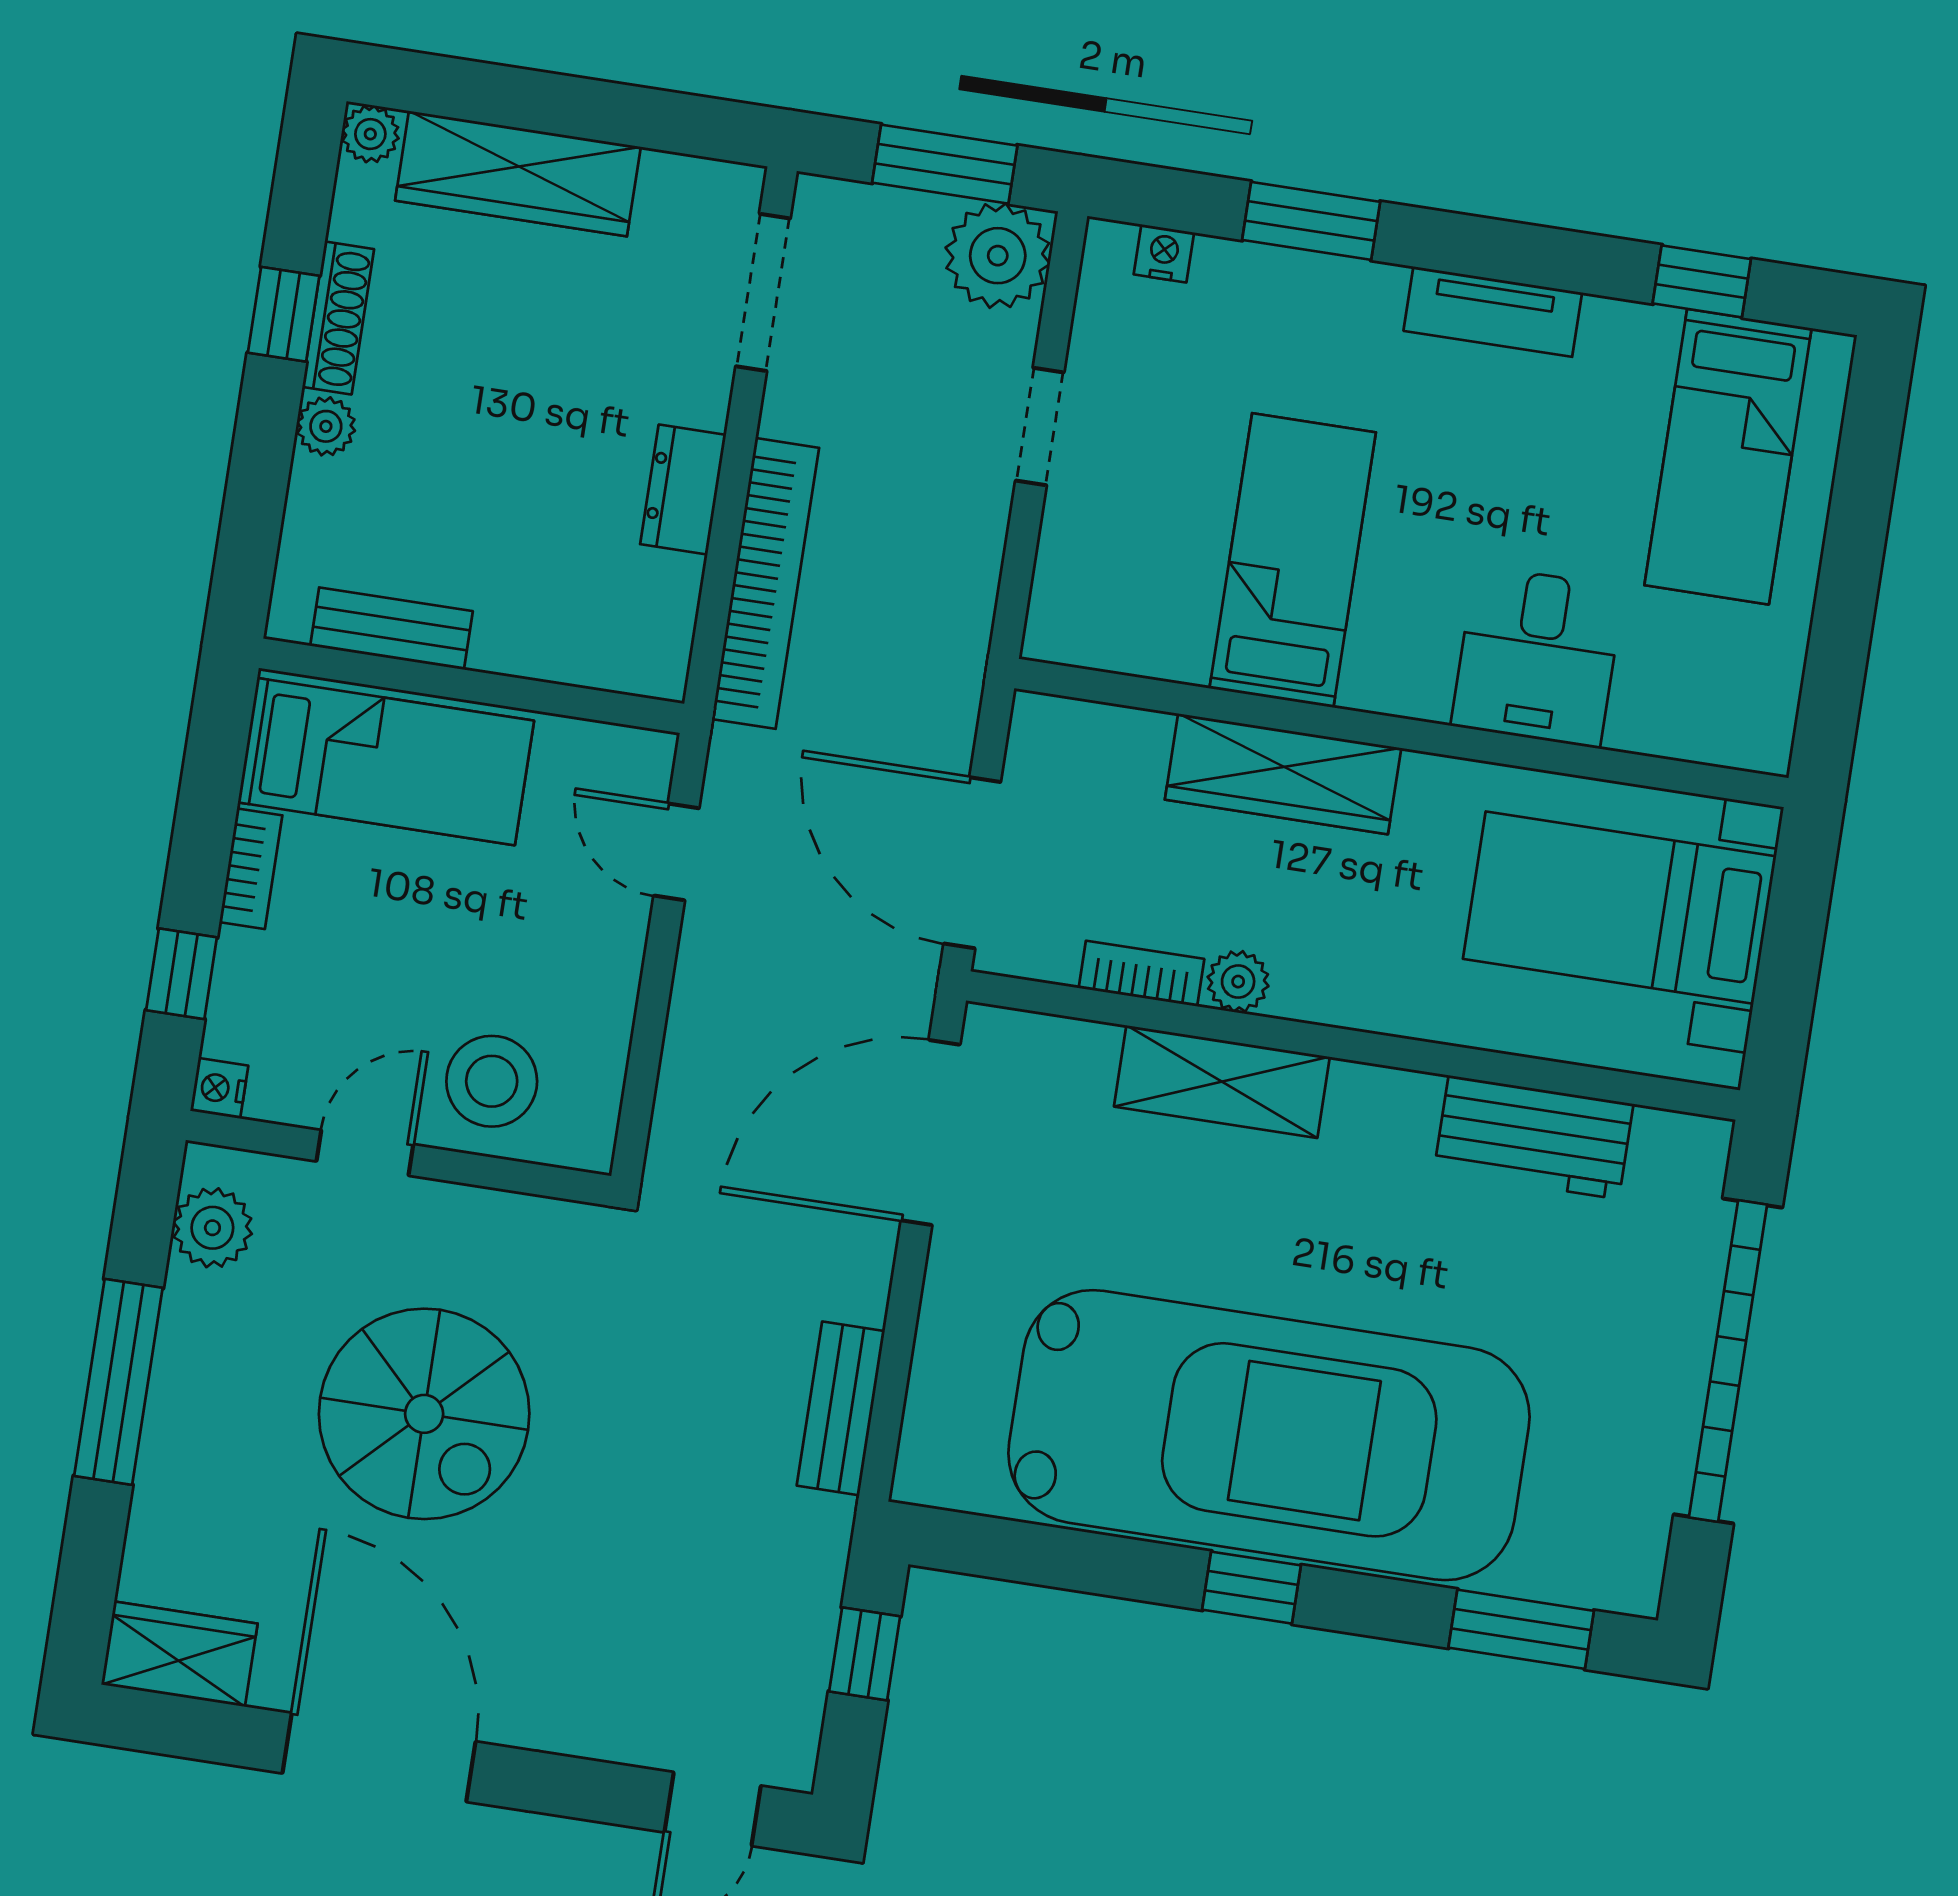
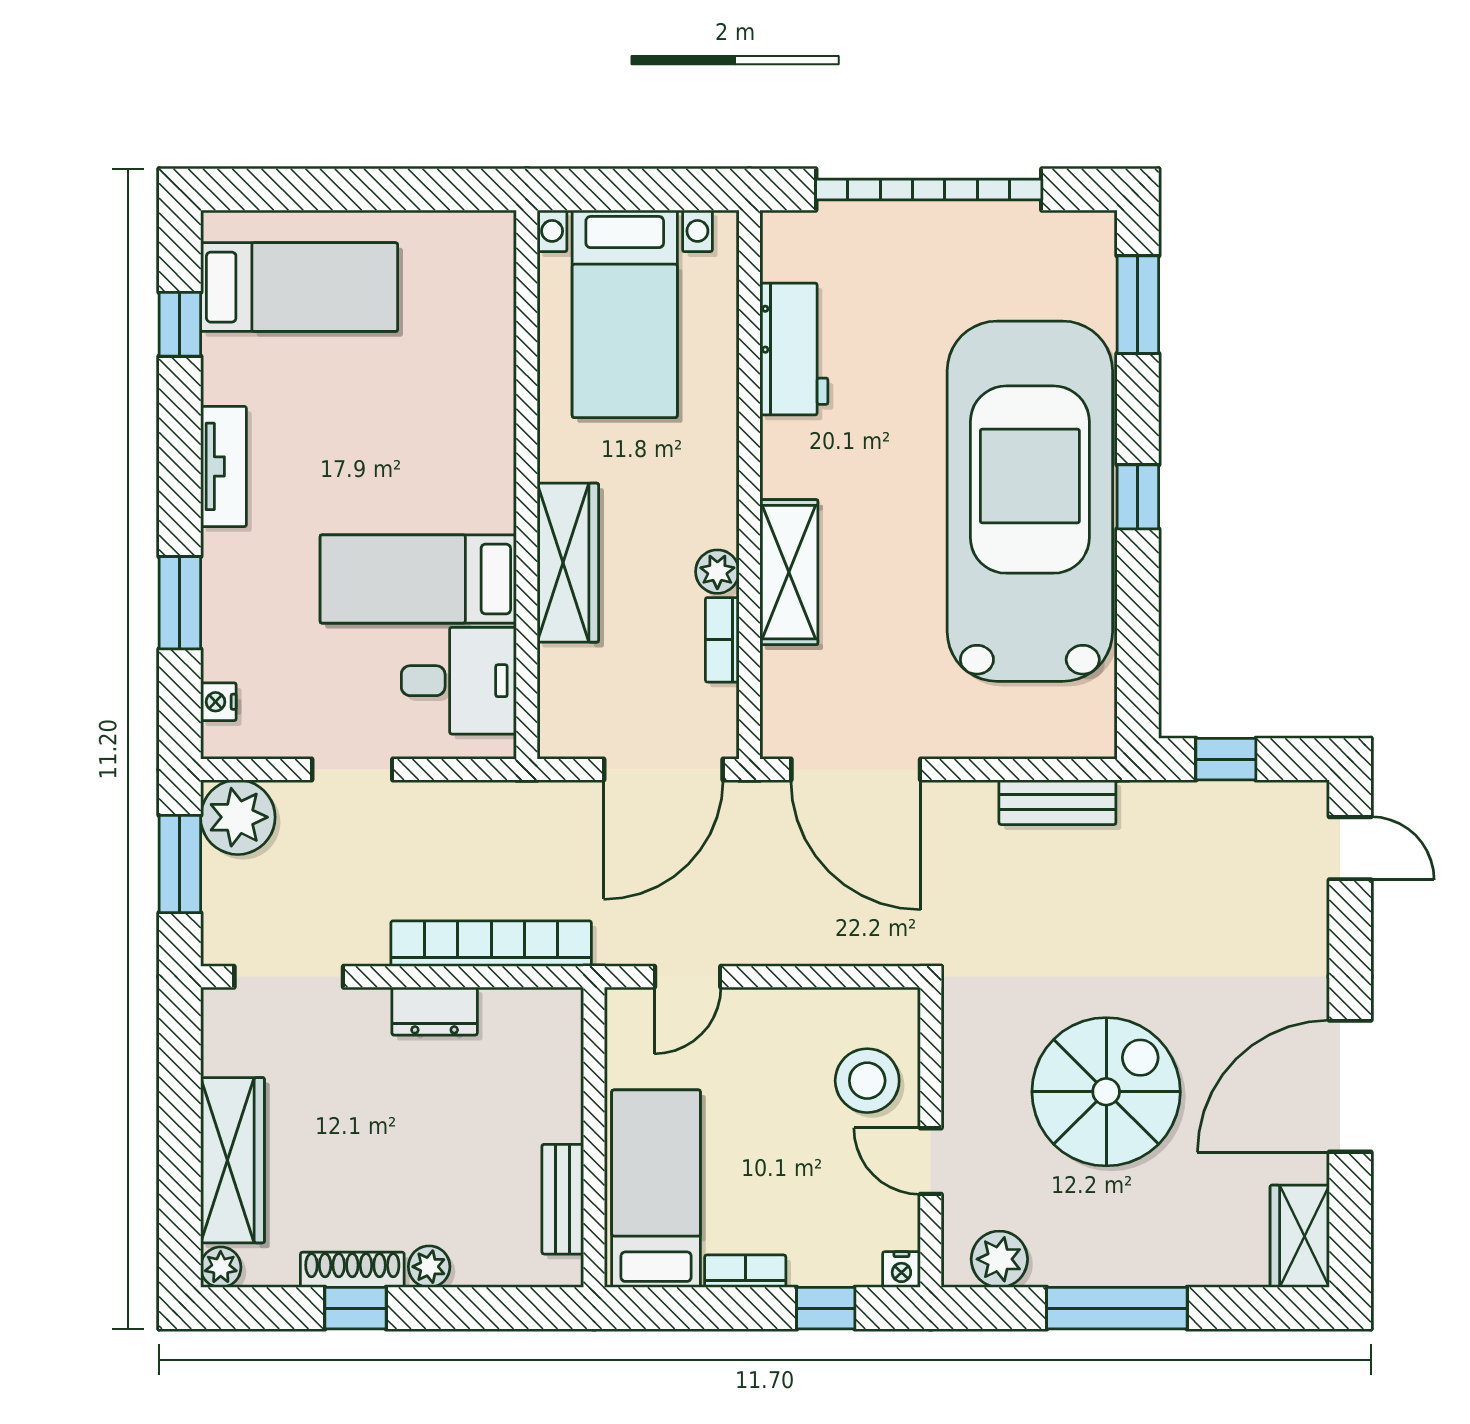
desk: (1537, 657) -> (459, 681), moved

